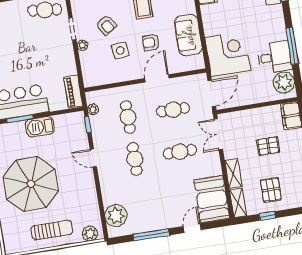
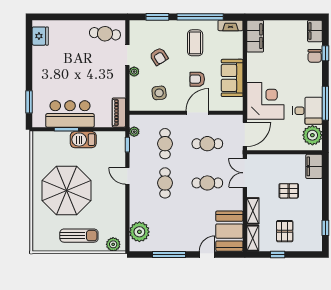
side table: (120, 50) -> (159, 93), moved

